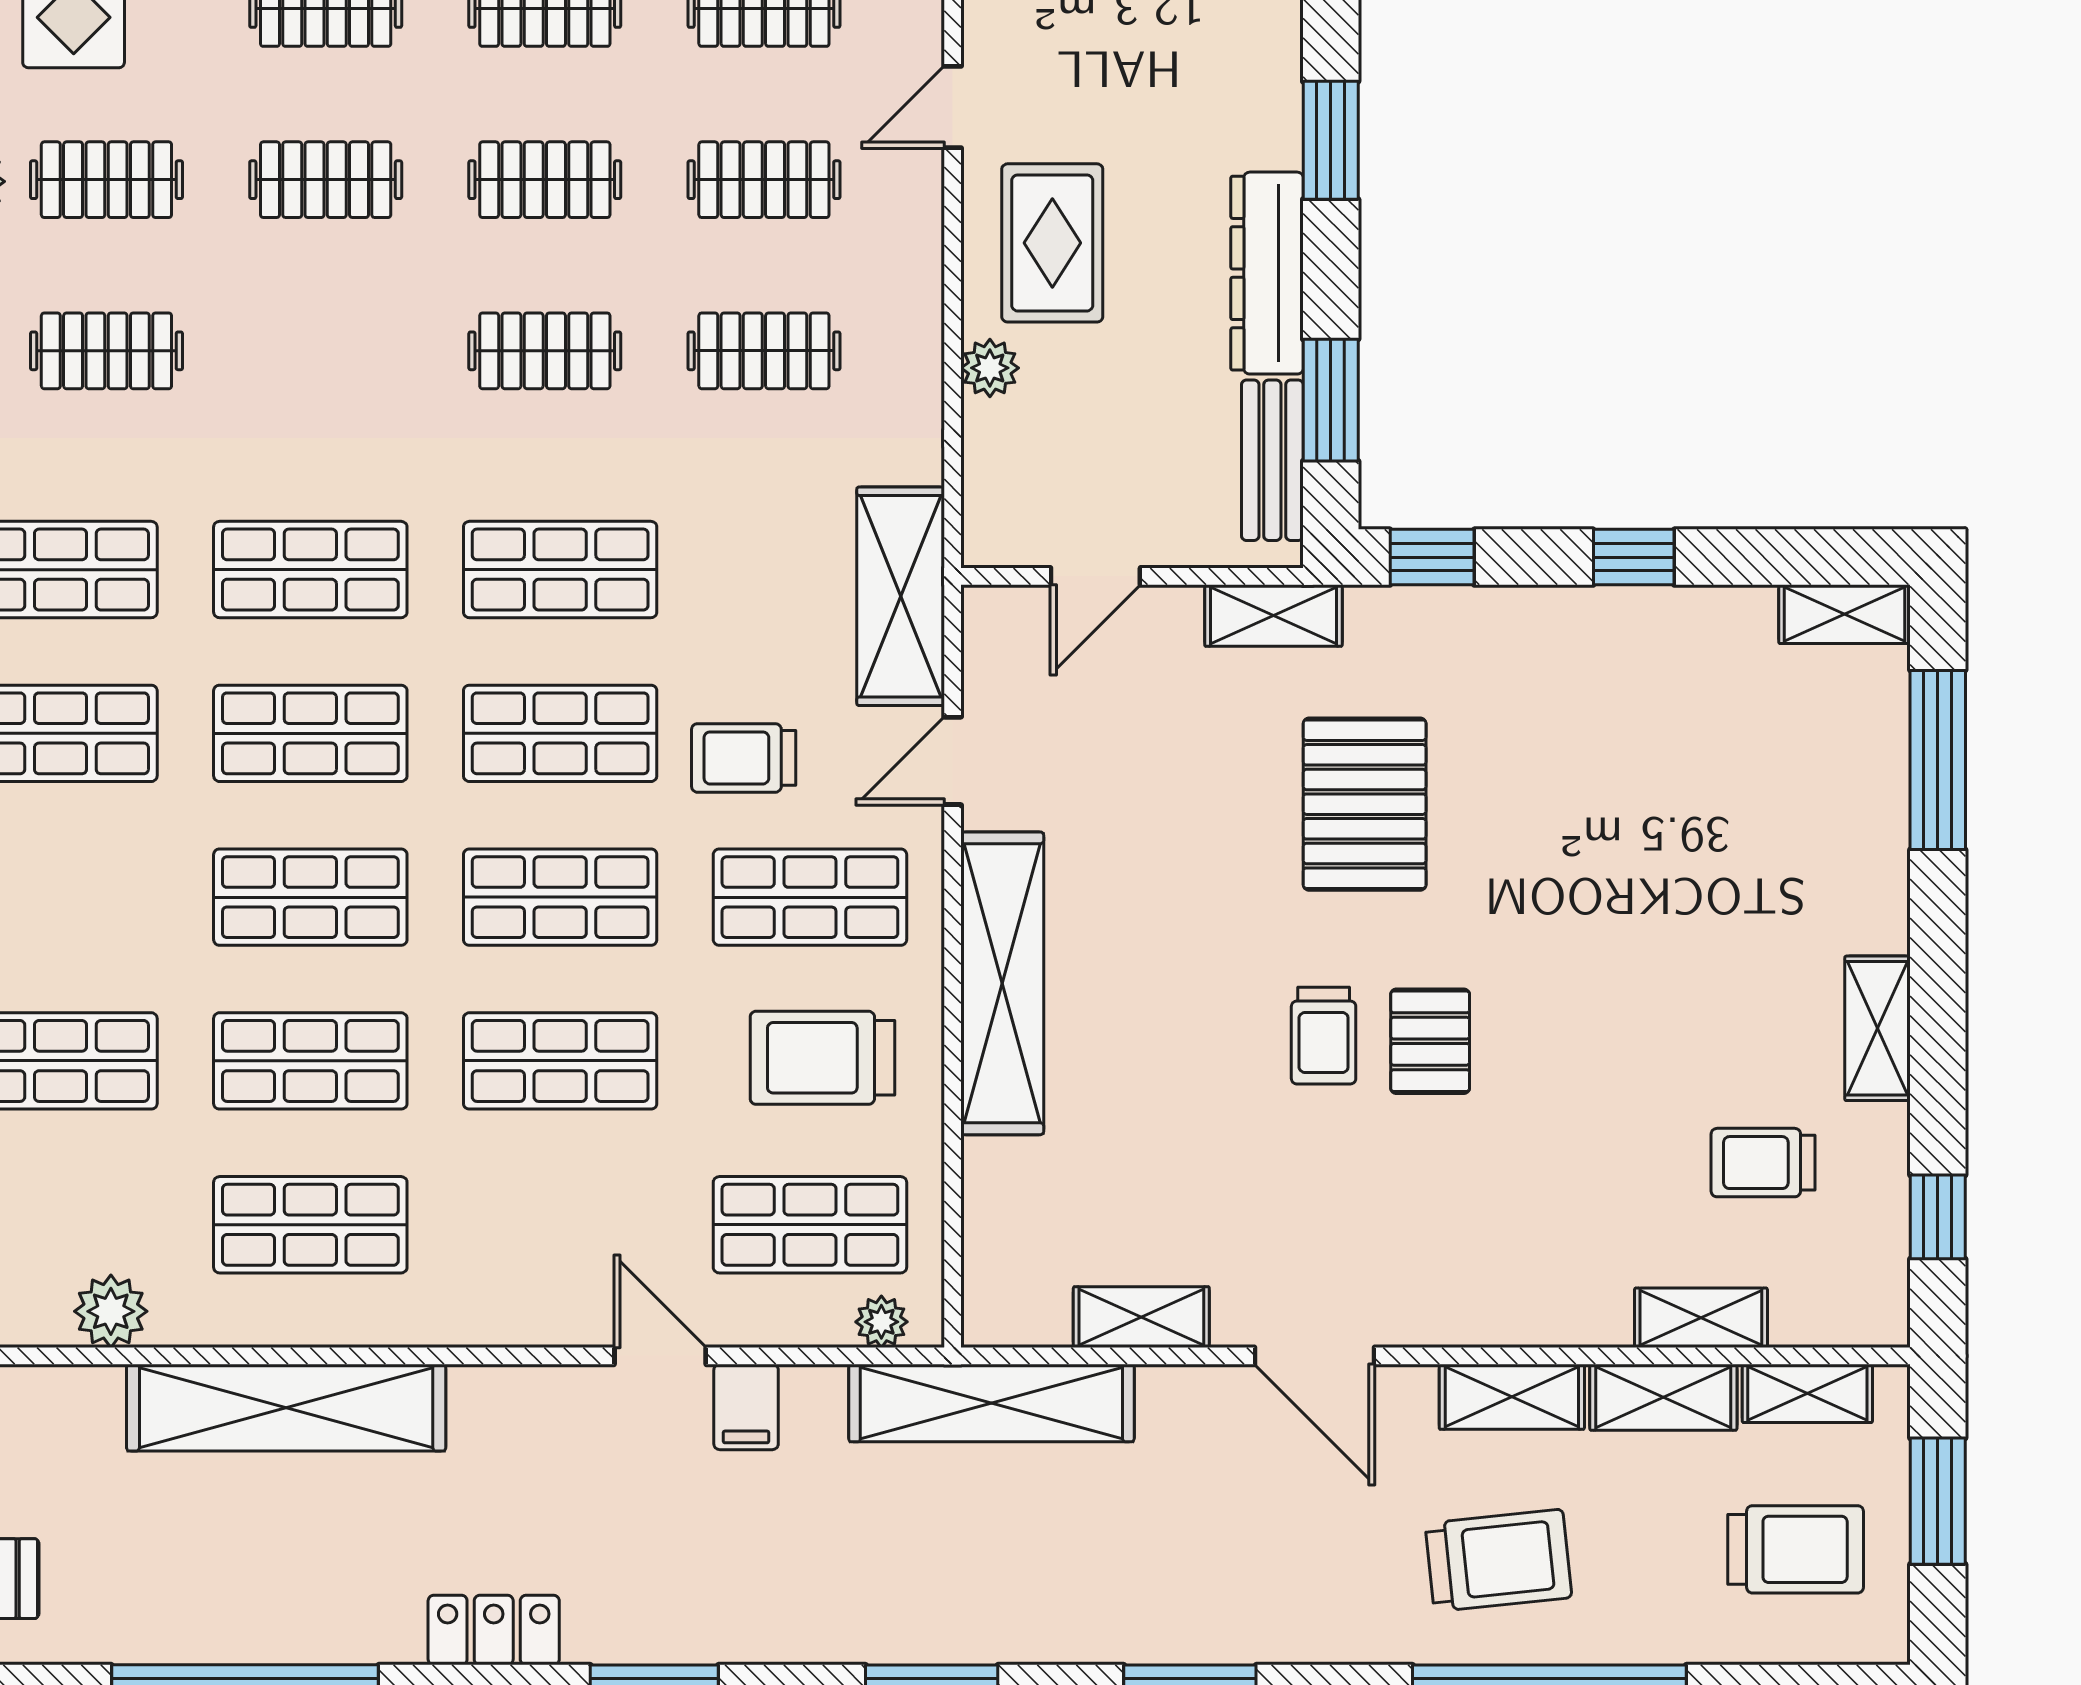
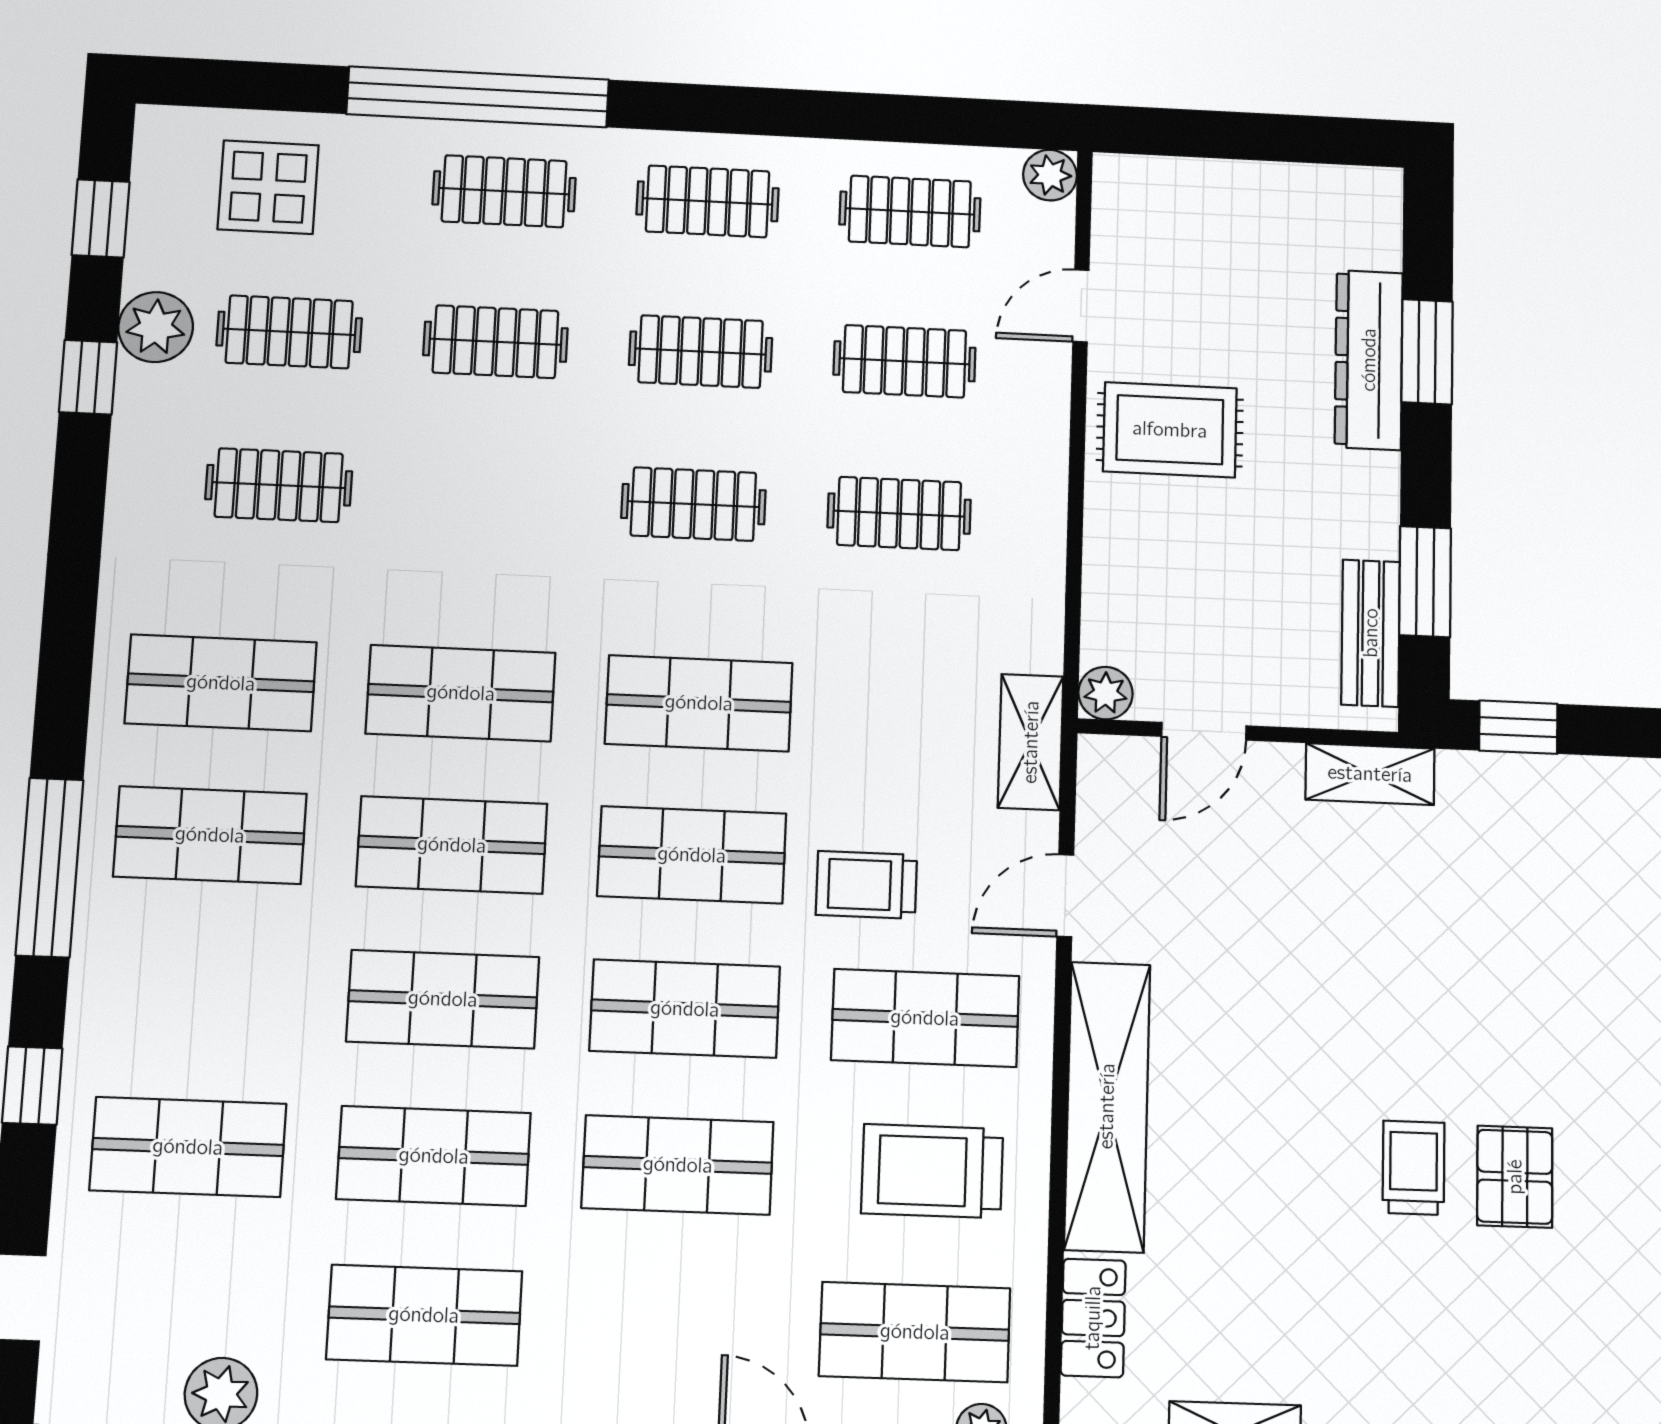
rug: (1052, 243) -> (1170, 430), turned 90
dresser: (1267, 273) -> (1369, 360), moved
plant: (990, 368) -> (1106, 693), moved
shelving: (901, 596) -> (1031, 742), width x0.67, depth x0.75
pallet: (1365, 804) -> (1454, 951), removed
trolley: (1324, 1036) -> (1413, 1168), turned 180
locker: (993, 1204) -> (1093, 1318), added

